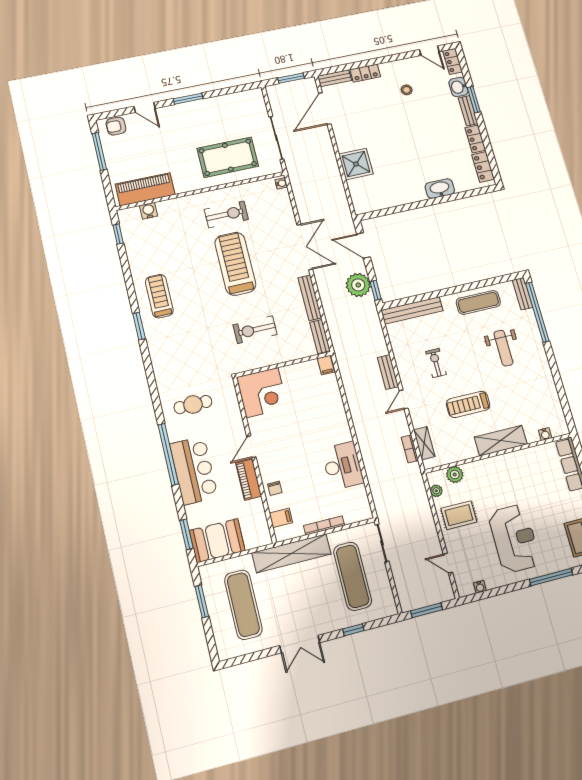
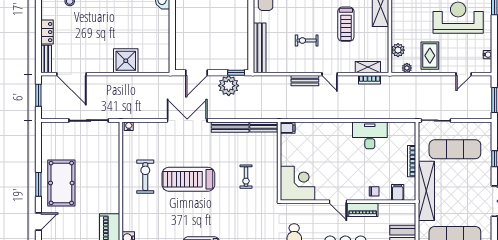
pool table: (228, 157) -> (61, 183), moved
exercise bike: (255, 330) -> (246, 177), width x0.73, depth x0.72

